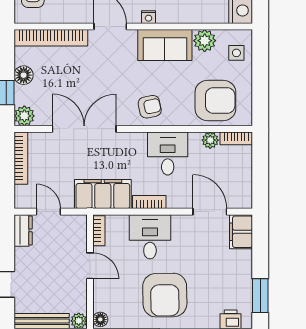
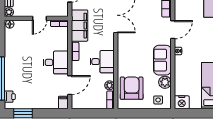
armchair: (215, 101) -> (132, 88), turned 180
armchair: (150, 107) -> (128, 52), removed
filing cabinet: (241, 232) -> (63, 102), width x0.50
desk: (150, 237) -> (56, 62), moved
armchair: (165, 295) -> (23, 60), removed

